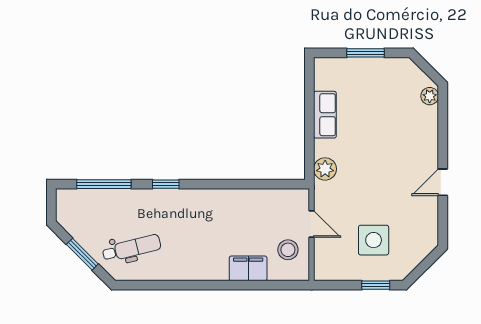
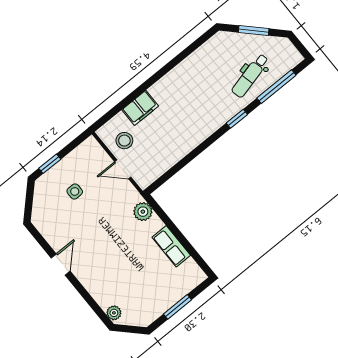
side table: (374, 240) -> (75, 191), width x0.54, depth x0.54
dental chair: (132, 248) -> (250, 76), moved

